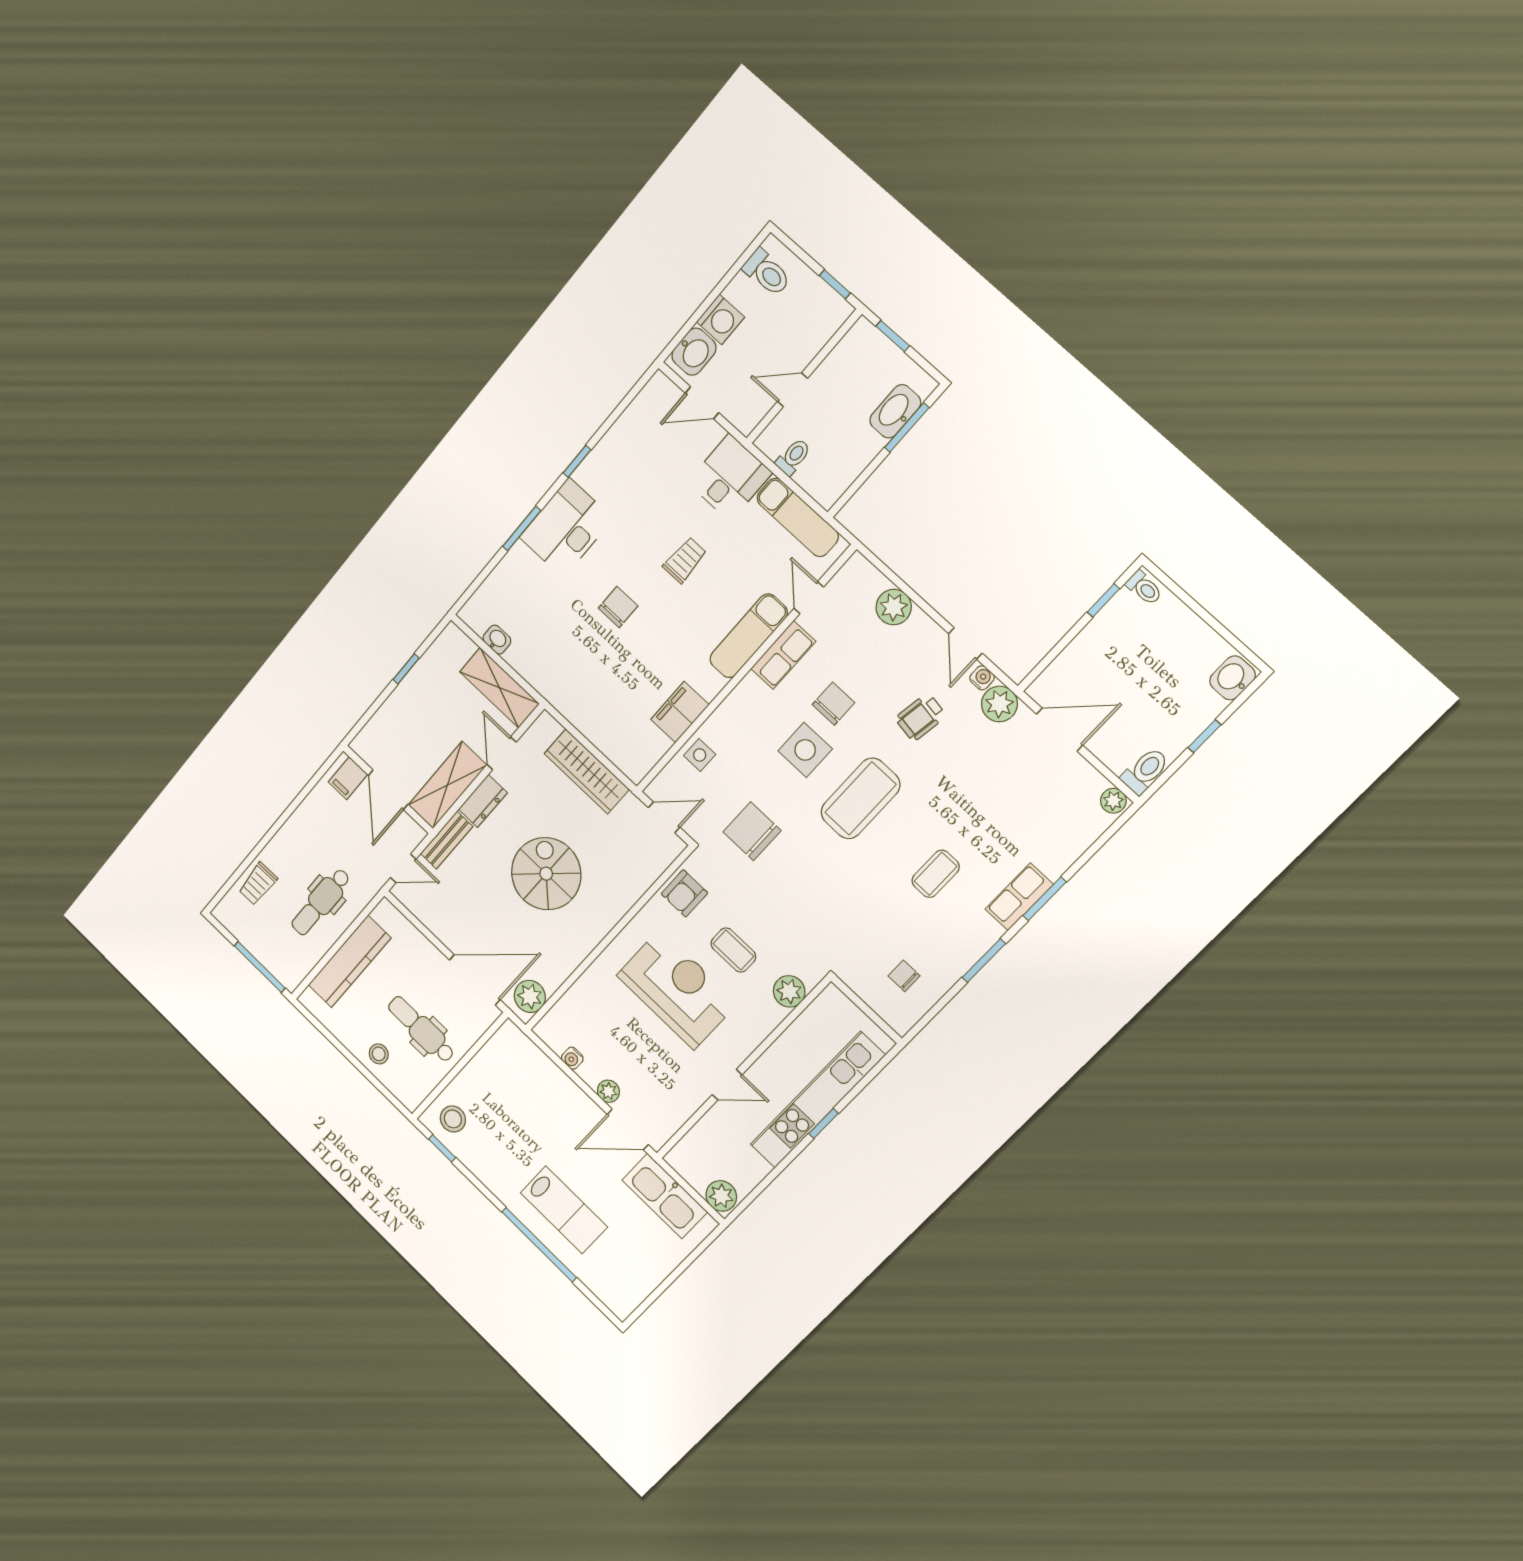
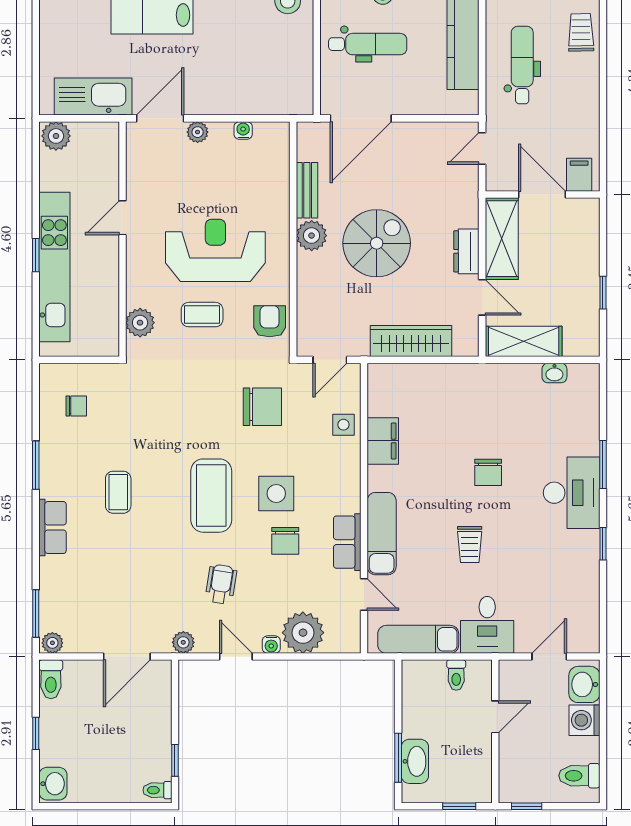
plant: (894, 607) -> (303, 633), width x1.36, depth x1.36
water cooler: (982, 678) -> (271, 645), moved
plant: (999, 704) -> (183, 642), width x0.73, depth x0.73
bench: (447, 840) -> (307, 190), moved
spiral stairs: (546, 874) -> (377, 243), turned -90
window: (1045, 899) -> (36, 614), moved
reception desk: (677, 989) -> (215, 250), turned 180
plant: (530, 996) -> (312, 236), moved

